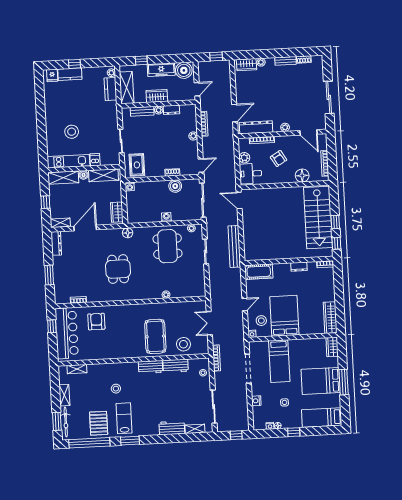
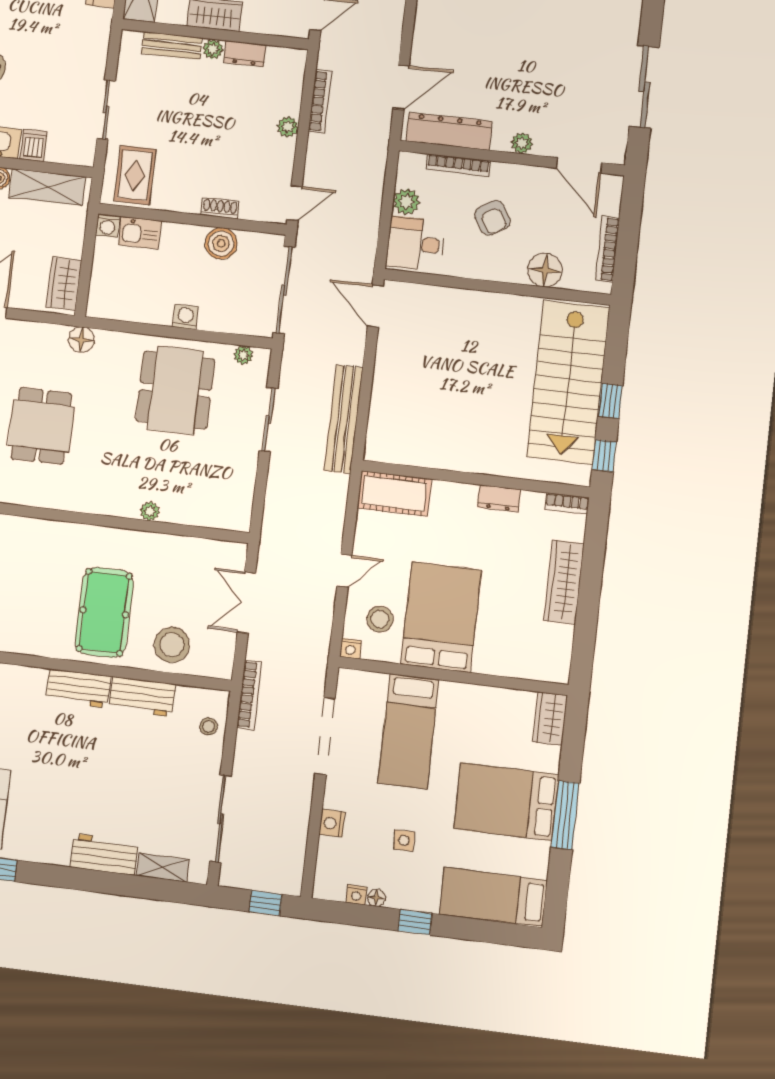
kitchen sink: (143, 187) -> (140, 233), added
wardrobe: (330, 318) -> (564, 582), moved

